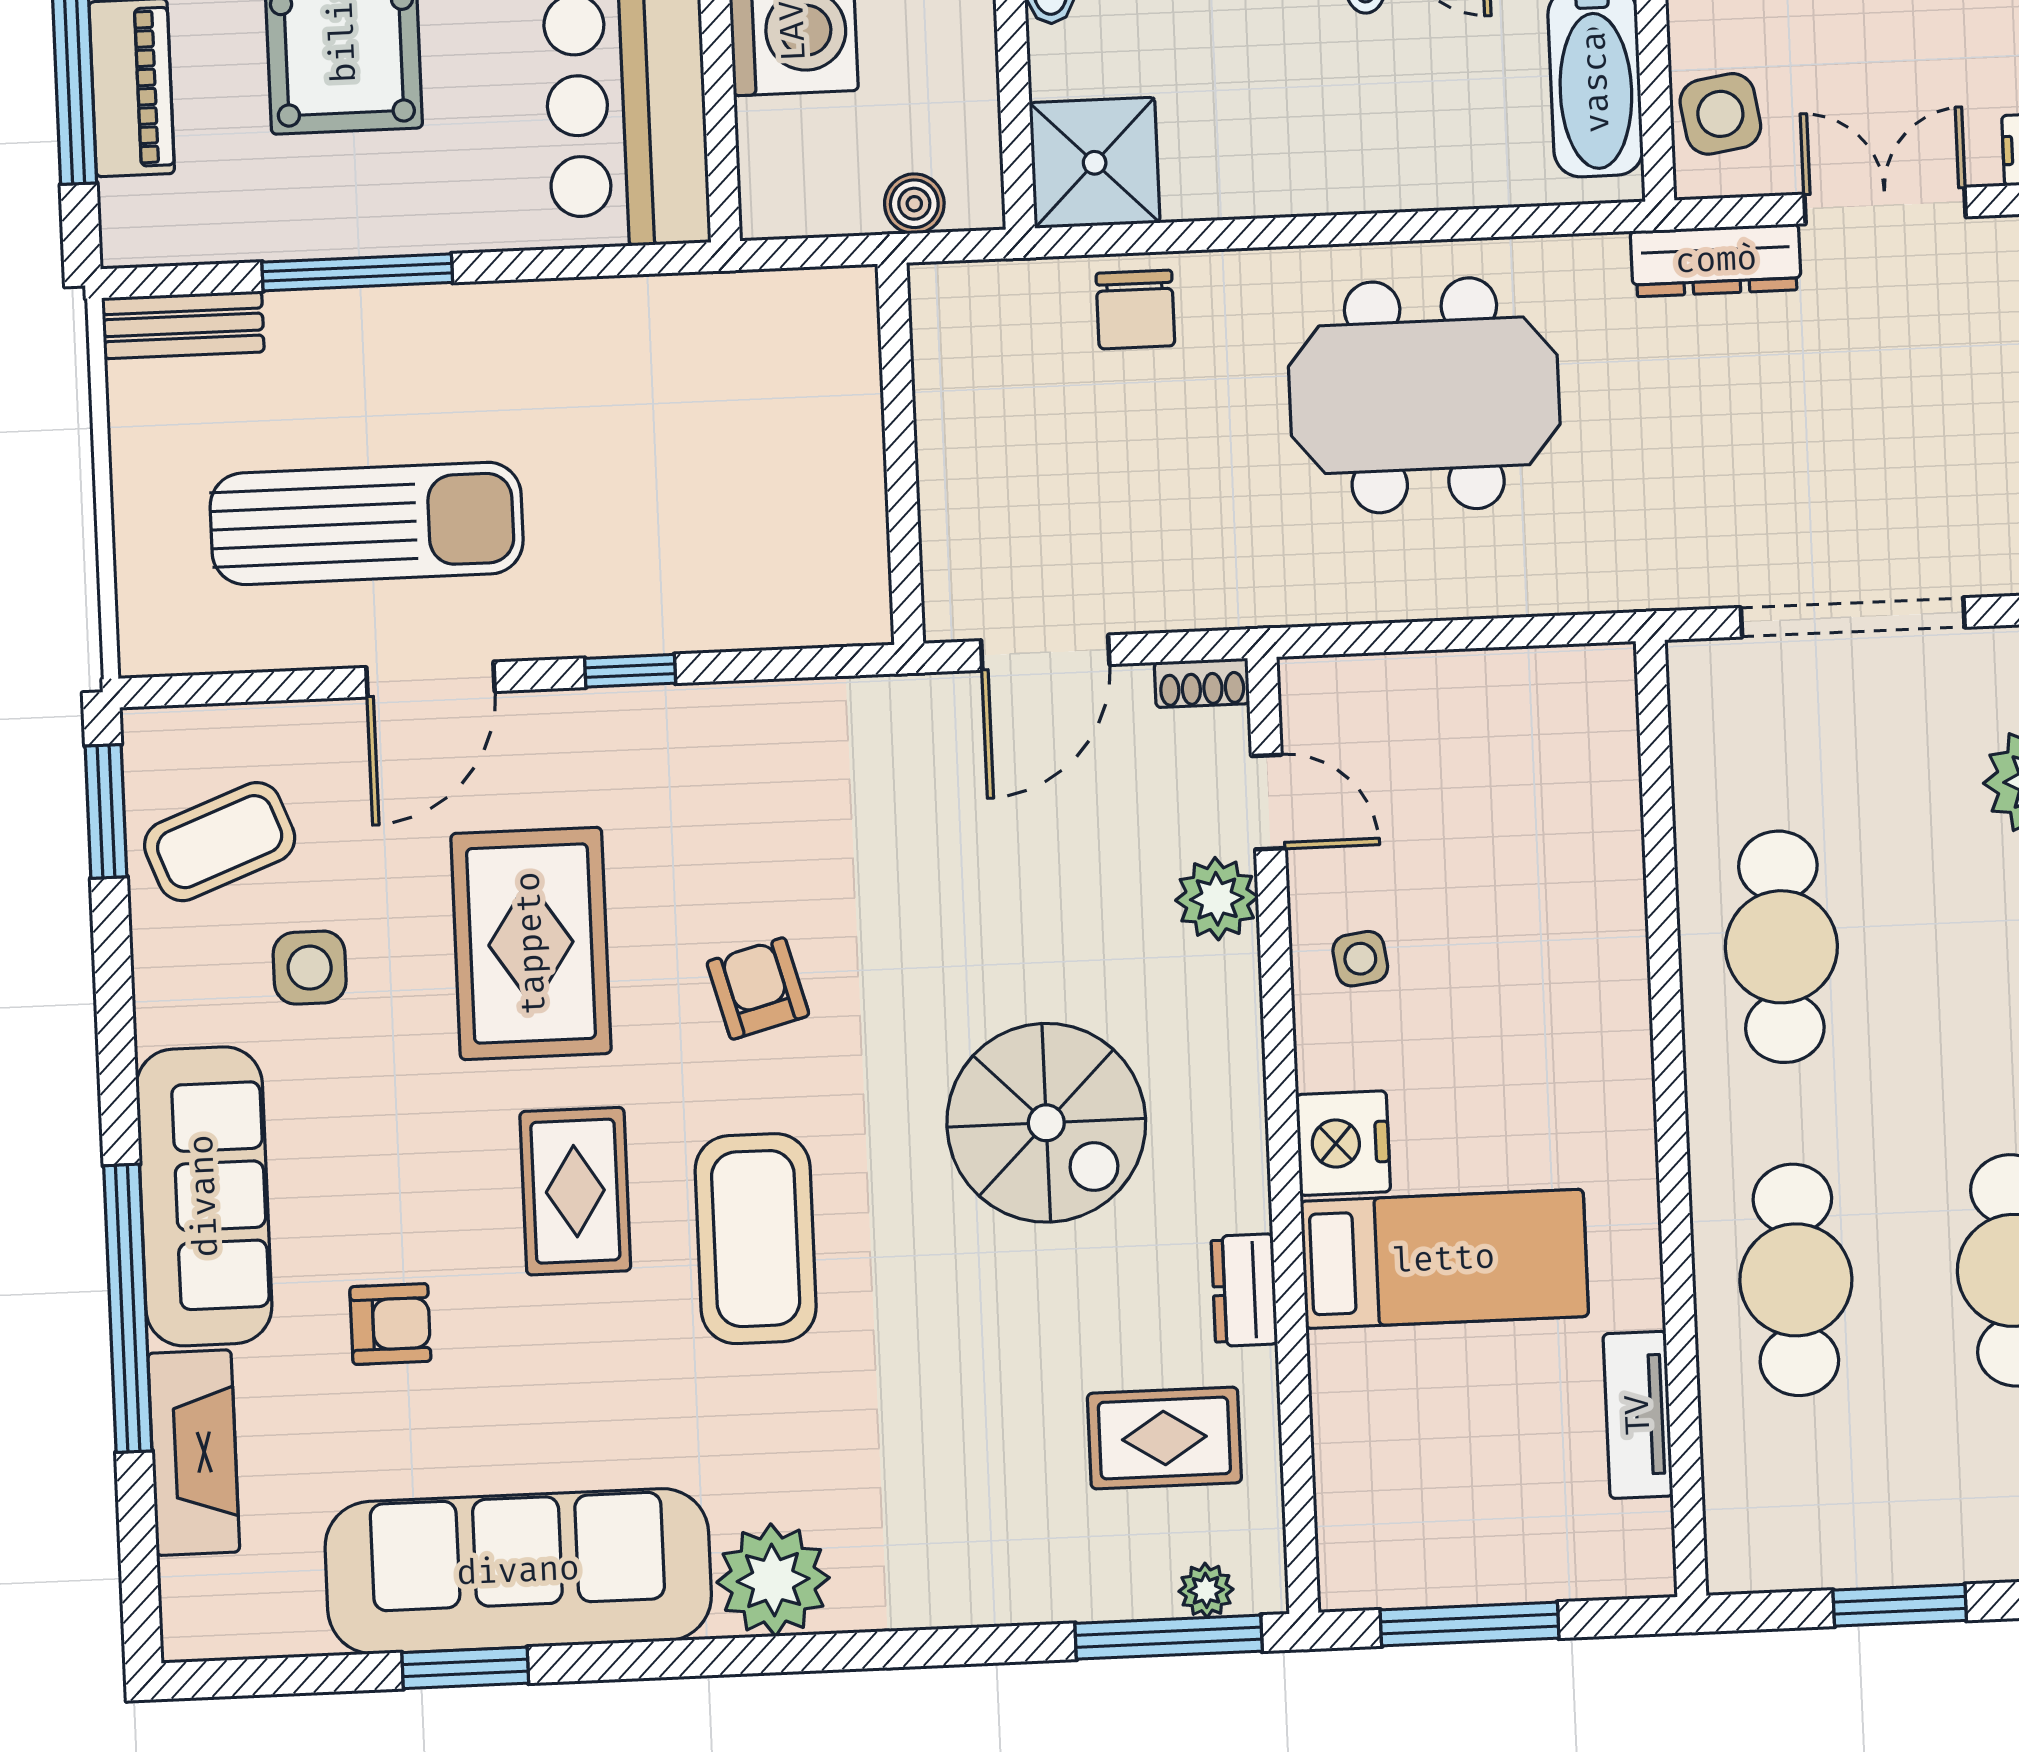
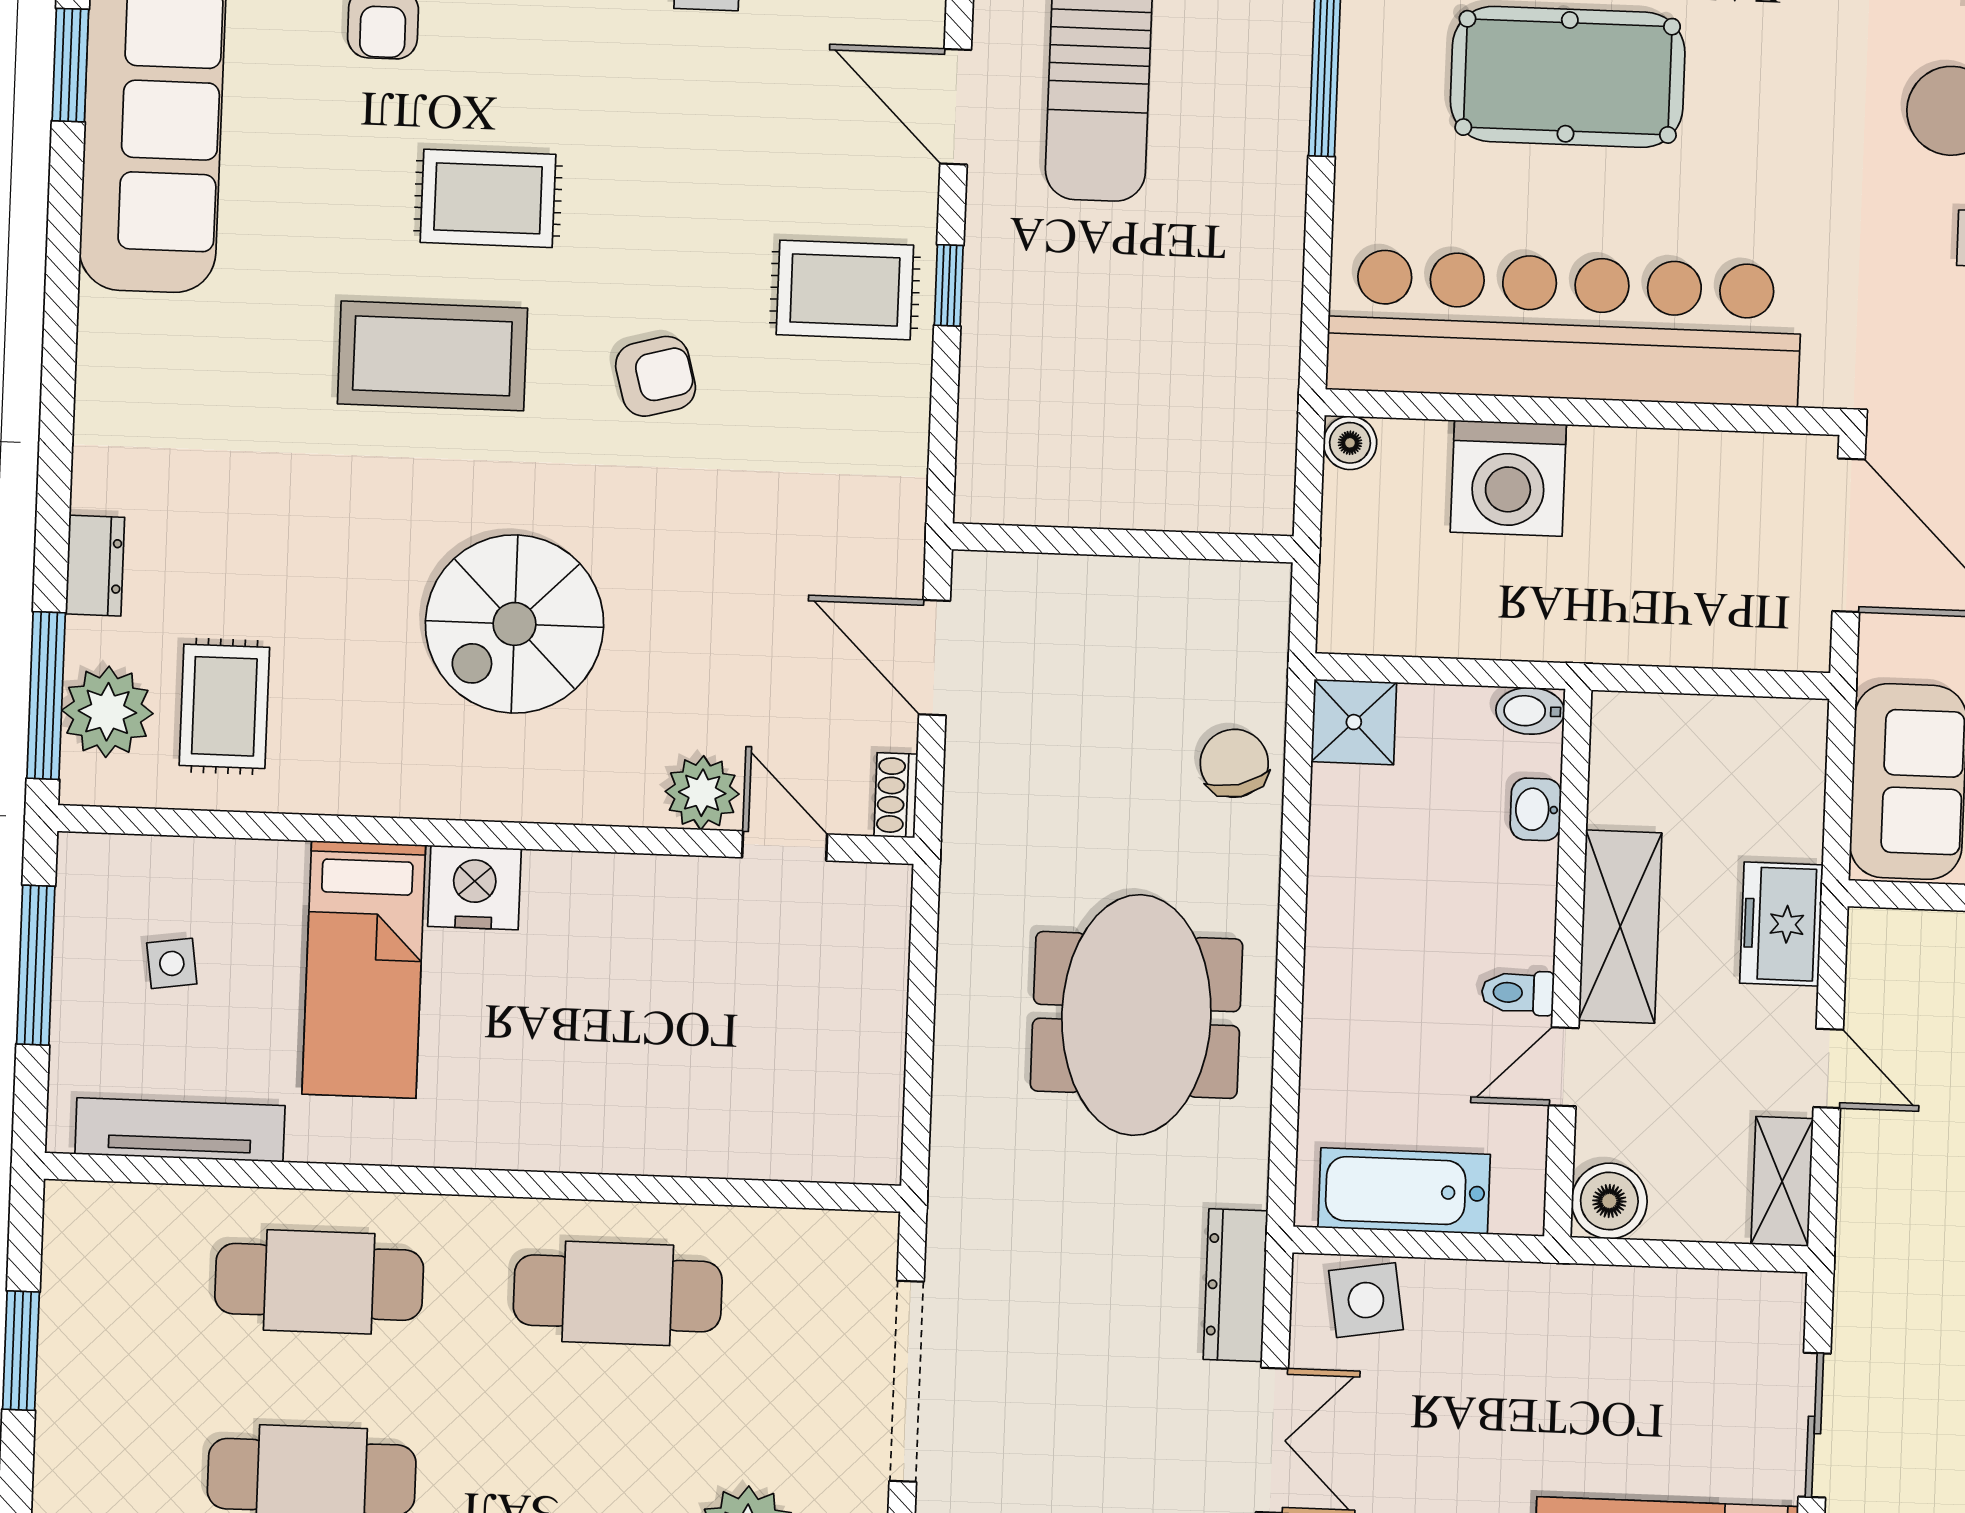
shower: (1095, 163) -> (1354, 722), width x0.73, depth x0.73
boiler: (914, 204) -> (1350, 443), moved
chair: (1135, 310) -> (1234, 763), turned 76
door: (1268, 802) -> (785, 846), swing flipped
rug: (531, 943) -> (845, 290), moved, width x0.73, depth x0.70
side table: (1360, 959) -> (172, 963), moved
dresser: (1244, 1290) -> (95, 566), moved, turned 90
tv unit: (1638, 1415) -> (180, 1130), width x1.41
plant: (773, 1580) -> (126, 346), removed
plant: (1206, 1590) -> (107, 712), width x1.88, depth x1.88

